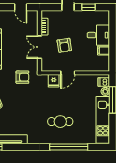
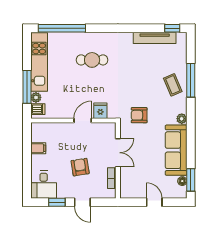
door: (21, 7) -> (154, 202), moved
desk: (98, 35) -> (44, 185), moved, turned -90
armchair: (64, 45) -> (80, 167), moved
window: (69, 147) -> (62, 28), moved

